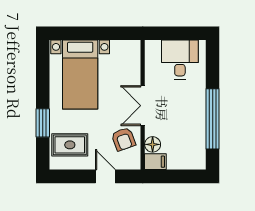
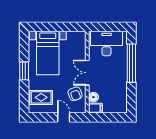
desk: (180, 60) -> (106, 44), width x1.37
window: (213, 119) -> (131, 63), moved
window: (43, 123) -> (24, 71), moved

